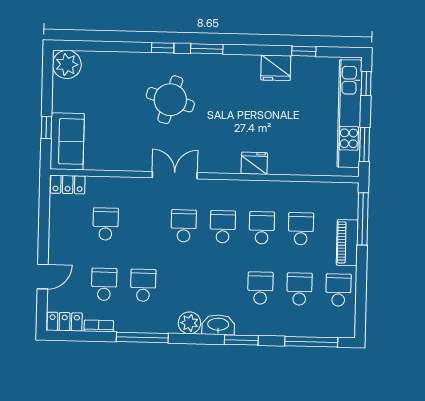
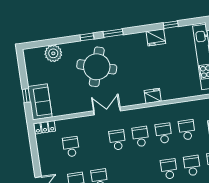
plant: (67, 64) -> (53, 53), moved
round table: (170, 100) -> (97, 67), width x1.36, depth x1.36

